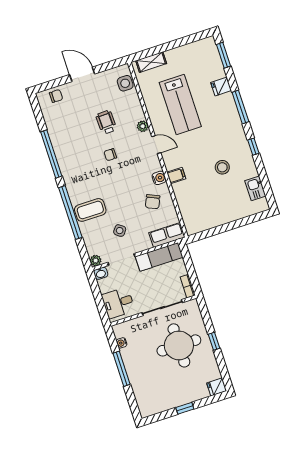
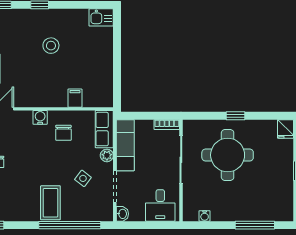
filing cabinet: (176, 176) -> (75, 98), moved
kitchen sink: (255, 188) -> (101, 17), moved
chair: (153, 202) -> (63, 133), turned 66
window: (70, 212) -> (70, 225), moved
plant: (96, 261) -> (107, 155), moved
window: (121, 369) -> (255, 225), moved

